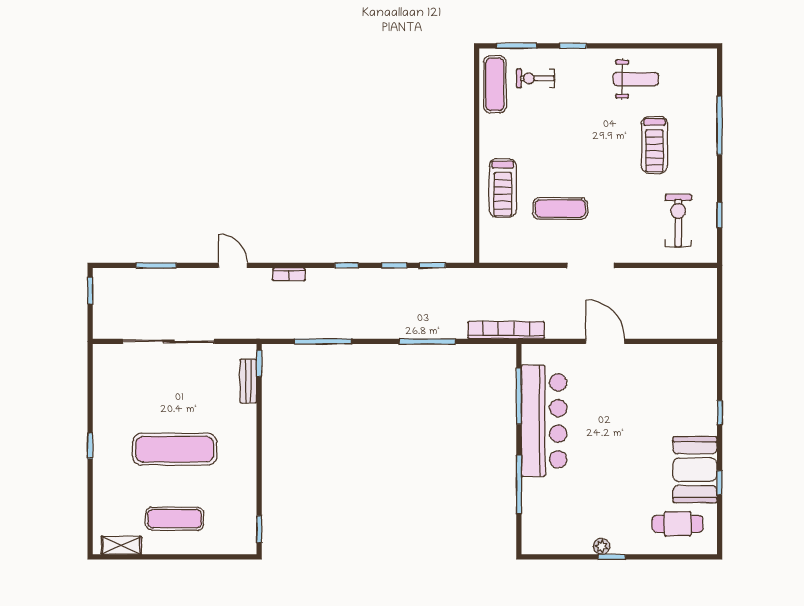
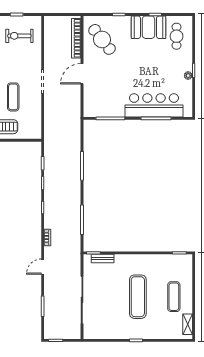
bookcase: (506, 330) -> (76, 38), moved
cafe table: (671, 380) -> (102, 39), added
bar counter: (544, 421) -> (154, 105), moved

